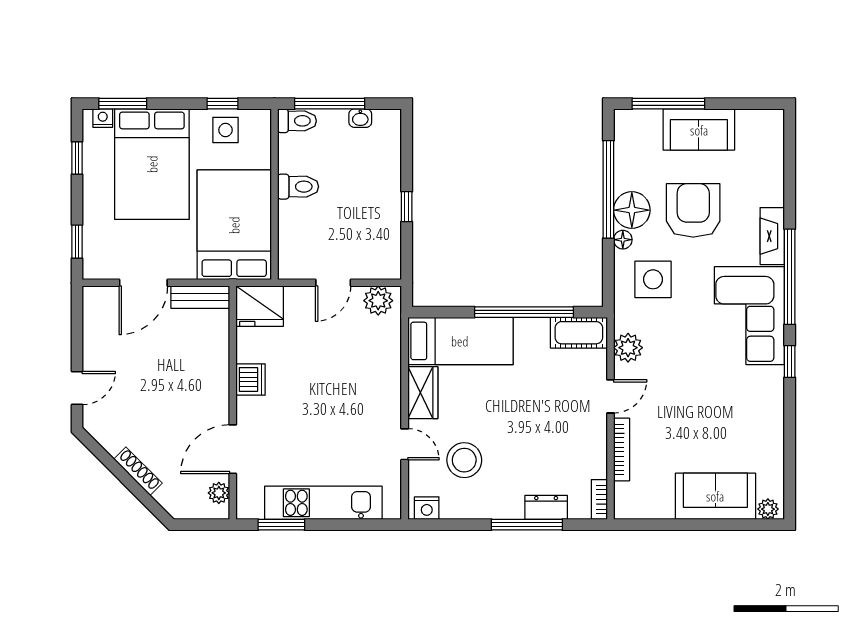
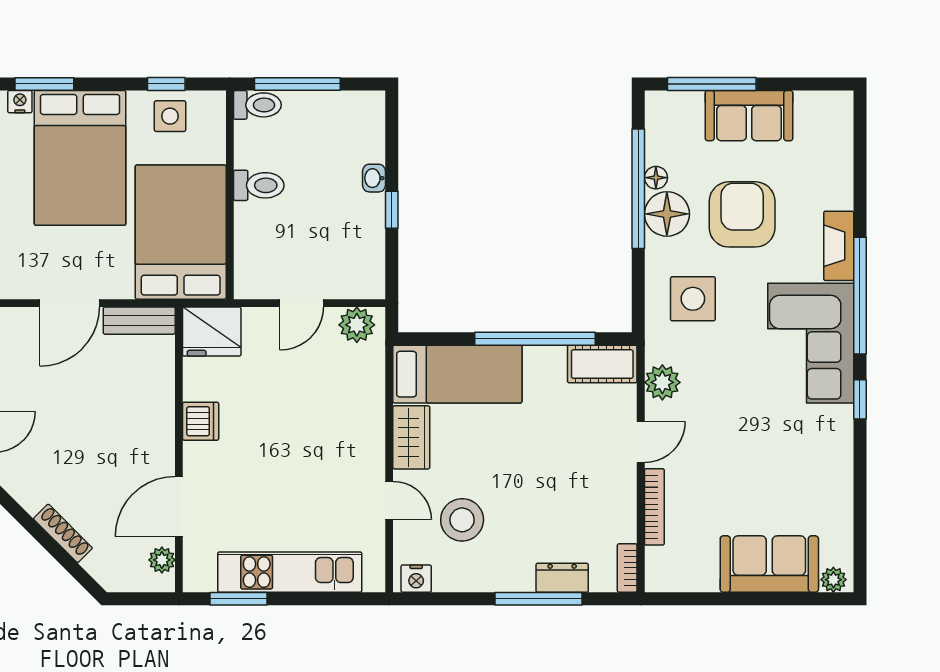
washbasin: (360, 118) -> (374, 178), moved, turned 90
floor lamp: (623, 240) -> (656, 178), moved

